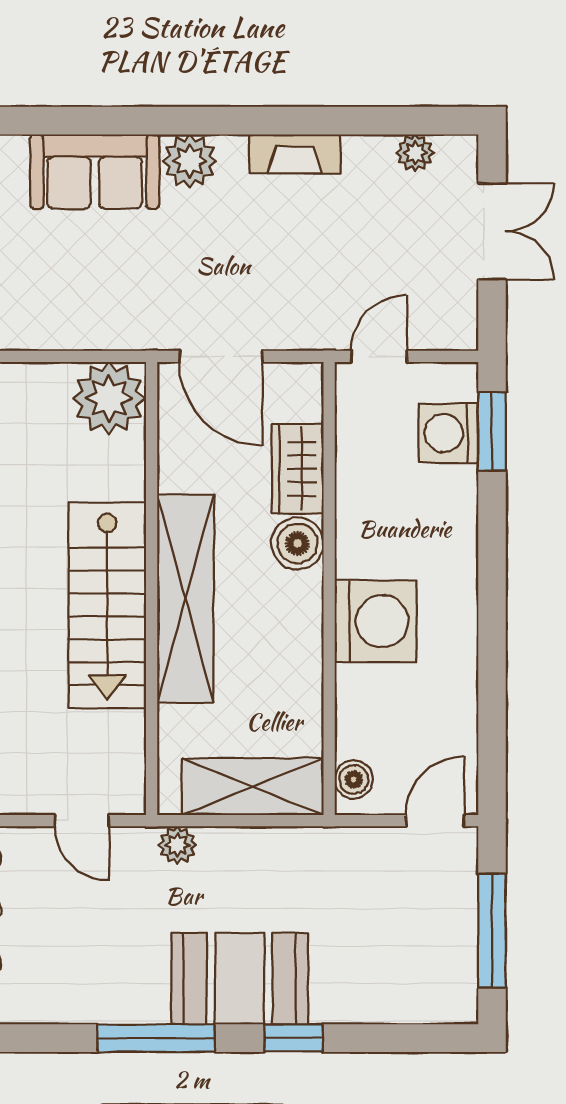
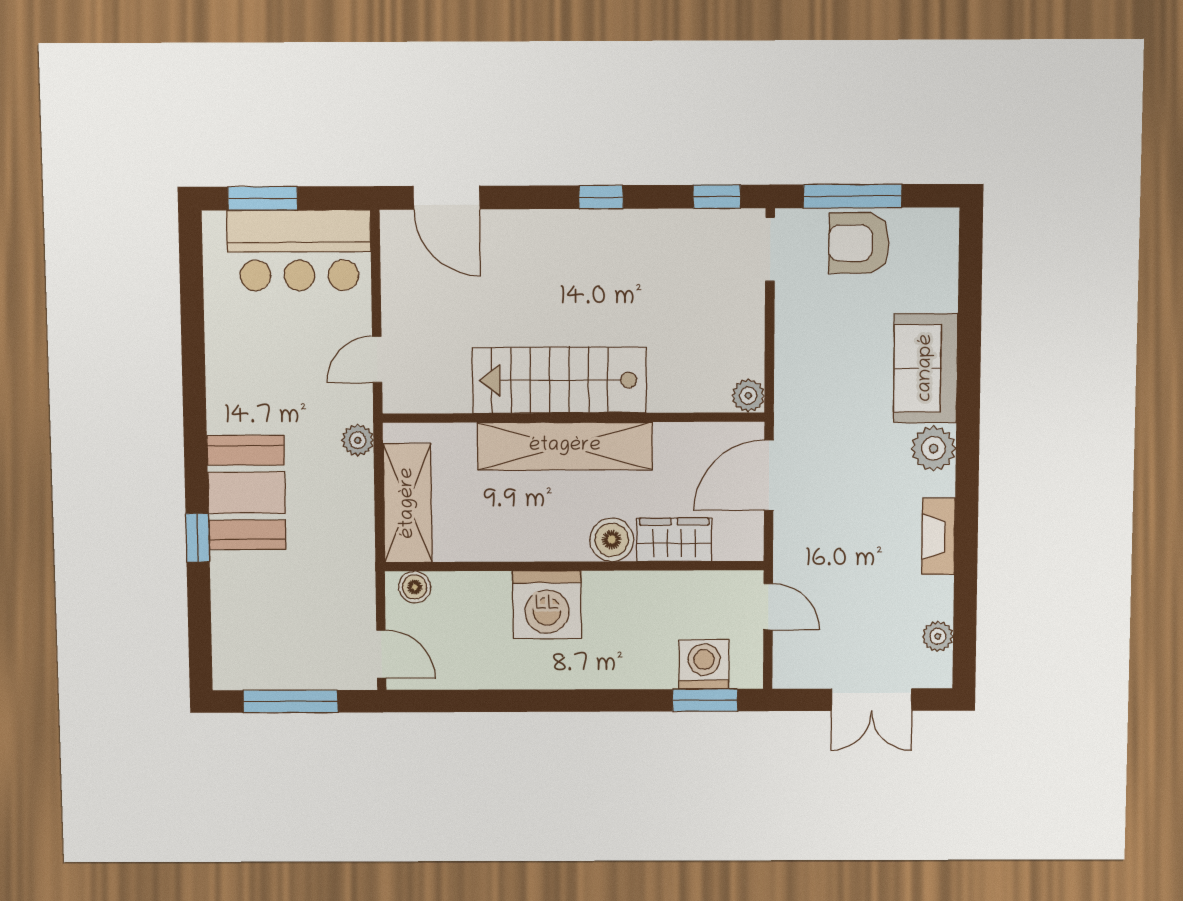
plant: (109, 398) -> (748, 396), width x0.53, depth x0.53
window: (156, 1038) -> (195, 423), removed

